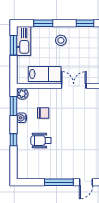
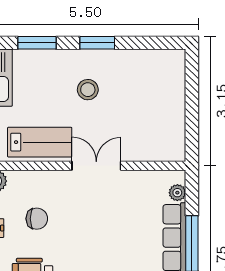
window: (85, 23) -> (97, 43), moved
stool: (61, 40) -> (88, 90), moved

